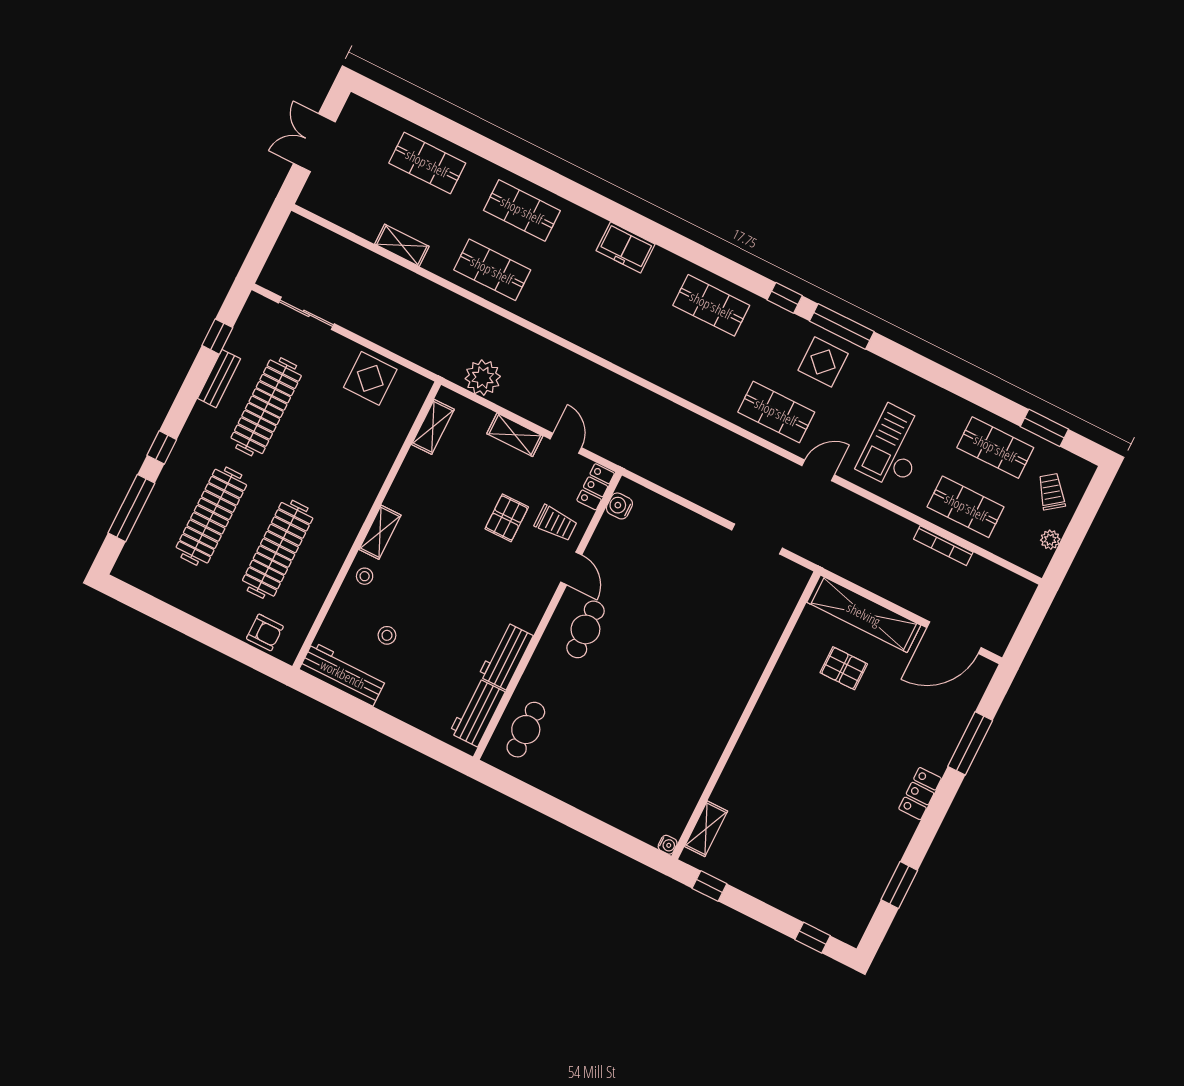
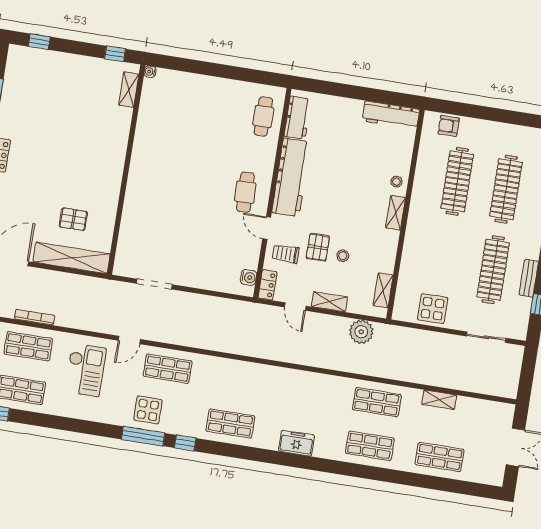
stool: (387, 635) -> (343, 256), moved
workbench: (506, 656) -> (291, 177), width x1.88, depth x1.32

